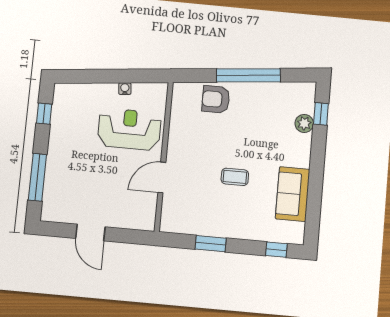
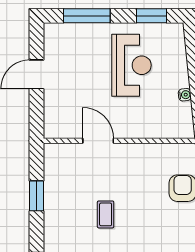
window: (44, 114) -> (151, 16), width x1.50
reception desk: (129, 129) -> (131, 65), moved

